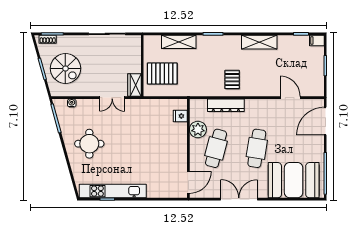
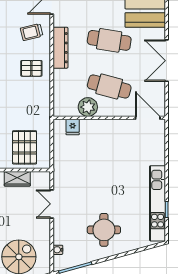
trolley: (264, 80) -> (32, 32), added
wardrobe: (135, 85) -> (17, 179), moved
double door: (112, 98) -> (52, 204), swing flipped
dresser: (226, 105) -> (60, 48), moved

